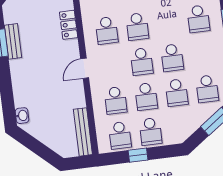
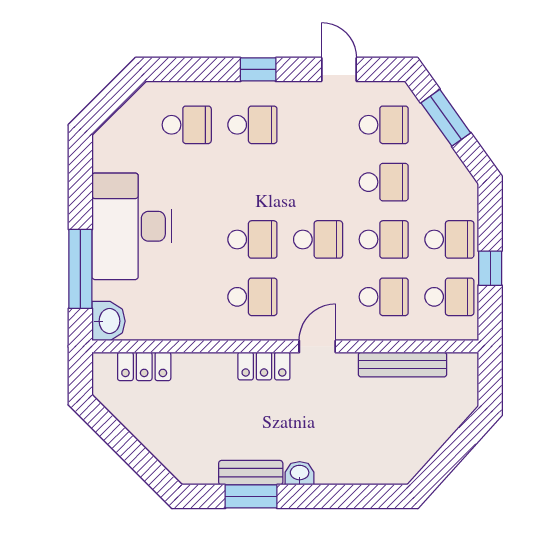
locker: (69, 25) -> (264, 366), moved
school desk: (172, 58) -> (318, 182), removed
door: (85, 68) -> (317, 346), swing flipped
washbasin: (22, 116) -> (300, 473), moved
bench: (83, 132) -> (403, 365), moved

